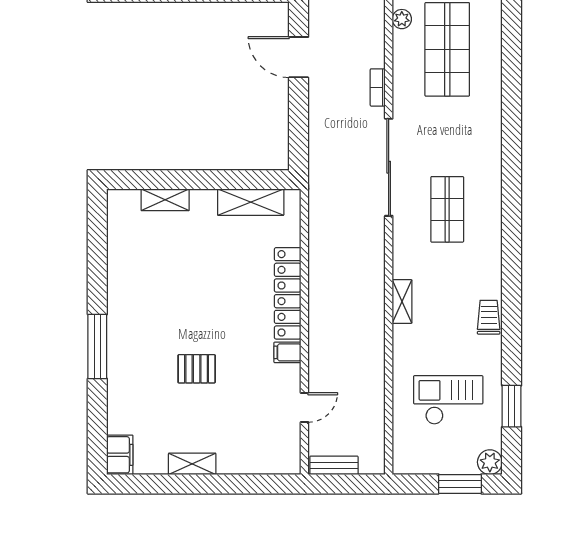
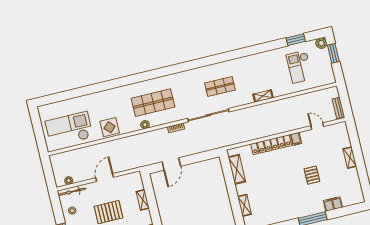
trolley: (489, 317) -> (261, 58), removed
filing cabinet: (120, 455) -> (333, 204), moved
shelving: (192, 464) -> (350, 158), moved

